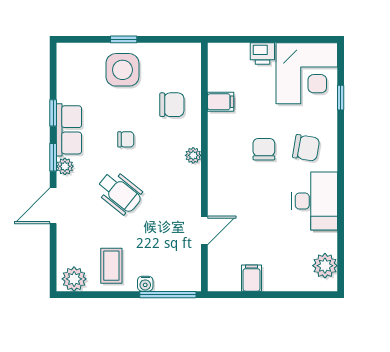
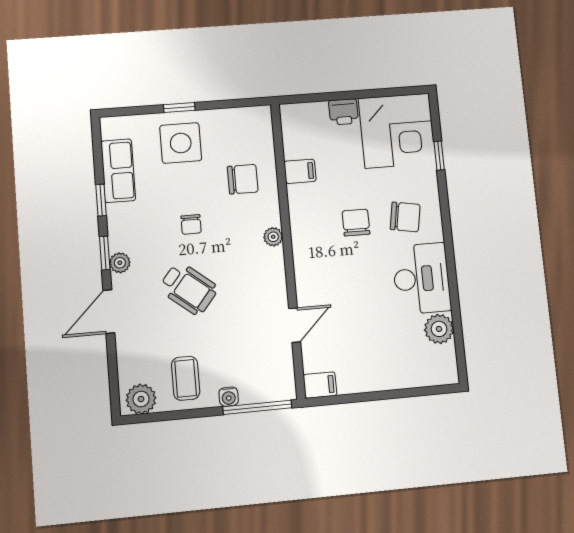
row of seats: (69, 130) -> (118, 171), moved
chair: (126, 139) -> (191, 224), turned 90
plant: (325, 266) -> (439, 329), moved
filing cabinet: (251, 278) -> (320, 385), moved, turned 90

